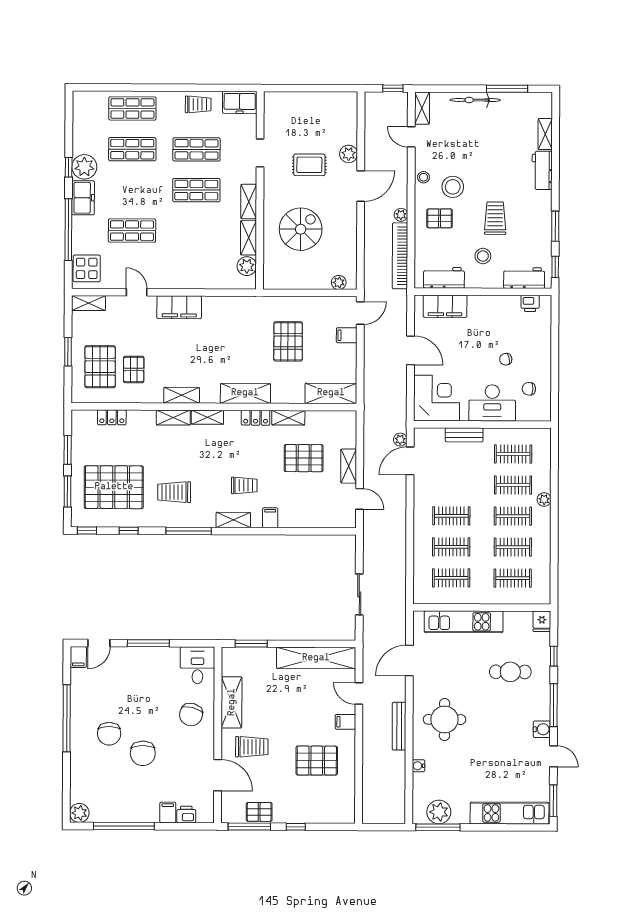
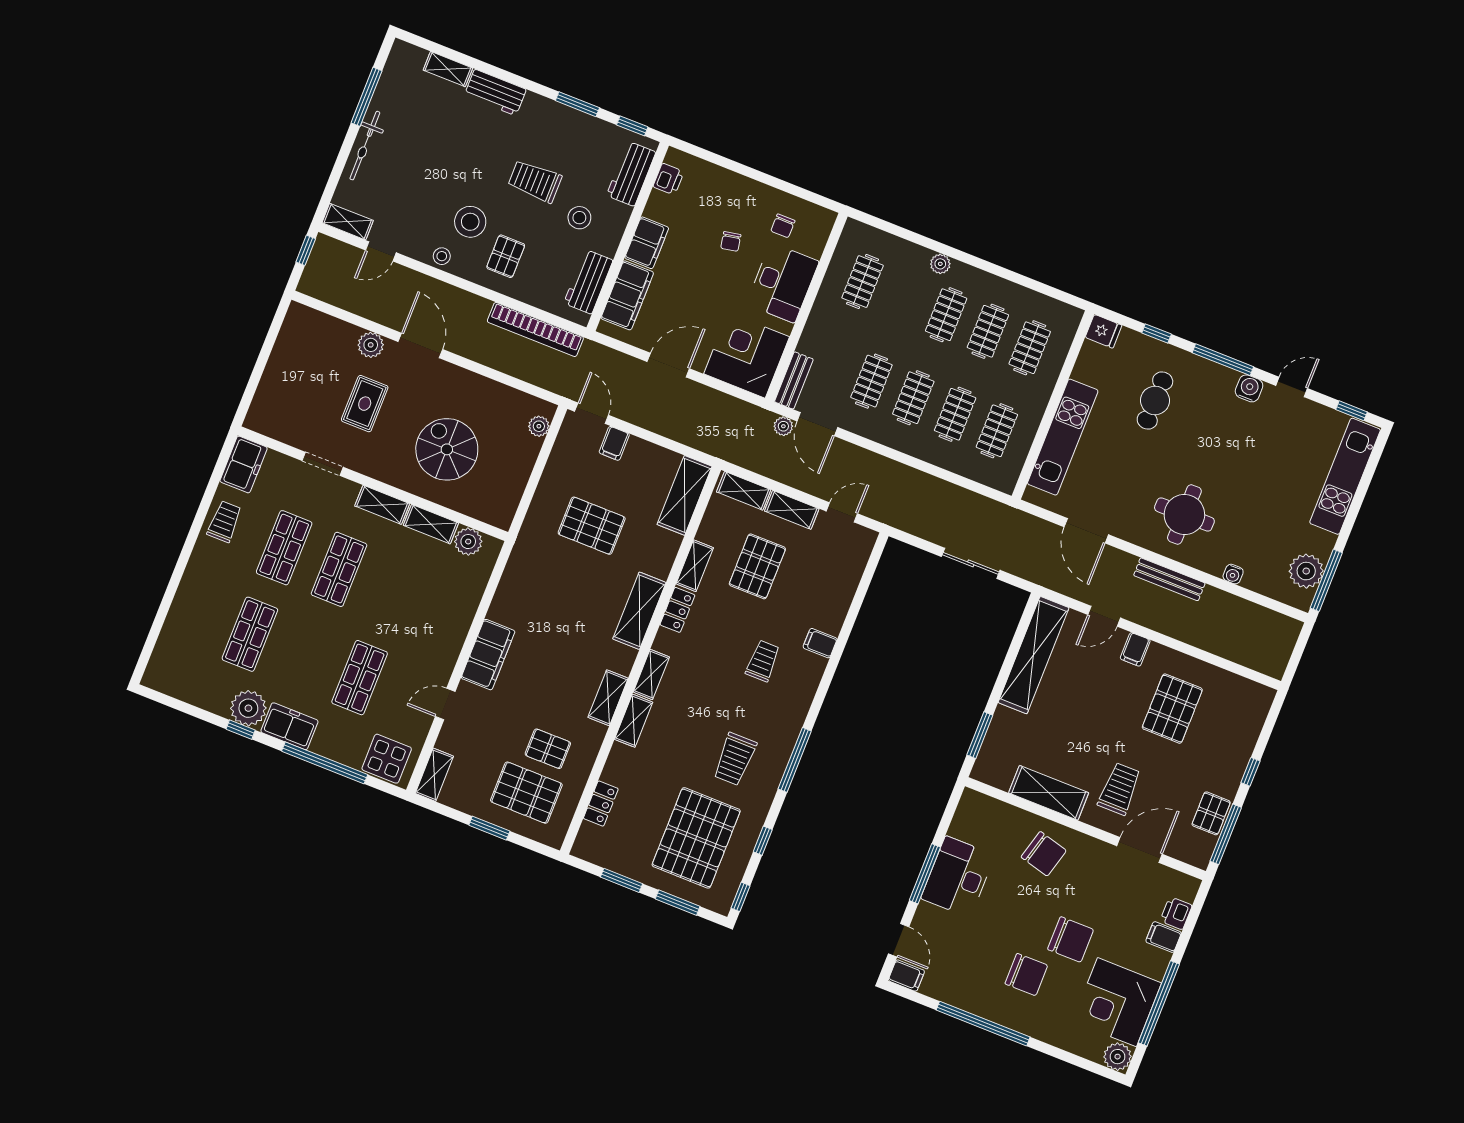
shop shelf: (132, 108) -> (195, 612), removed
plant: (401, 215) -> (481, 306), removed
filing cabinet: (484, 306) -> (647, 243), added
bench: (464, 435) -> (794, 380), moved
clothes rail: (513, 485) -> (871, 381), moved
shelving: (233, 520) -> (744, 491), moved, turned 90
desk: (197, 665) -> (958, 877), moved, width x1.37
corner desk: (114, 799) -> (1117, 1002), added
window: (553, 801) -> (1352, 411), width x0.67

